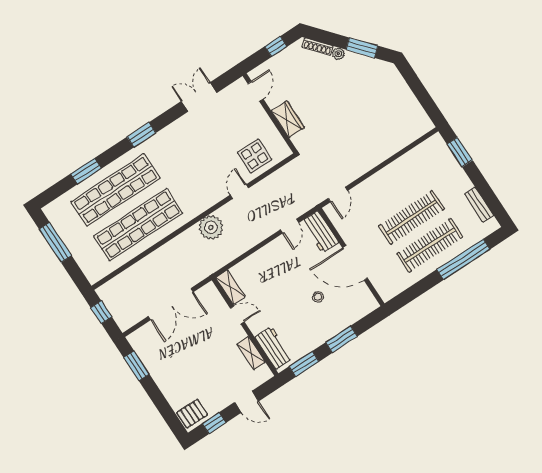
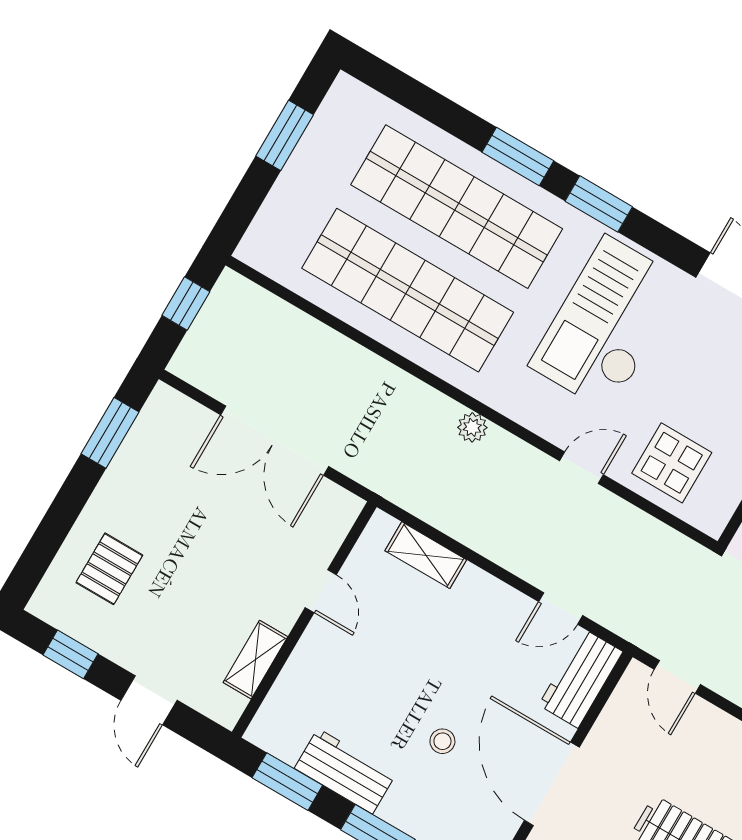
checkout: (189, 154) -> (607, 324), added
window: (86, 171) -> (518, 156), moved
door: (338, 194) -> (677, 677), hinge flipped
plant: (211, 227) -> (472, 427), width x0.53, depth x0.53
window: (55, 242) -> (285, 135), width x0.69
shelving: (230, 287) -> (426, 555), moved, turned 90
workbench: (274, 348) -> (345, 771), moved, turned -90
pallet: (192, 414) -> (109, 569), moved, turned 90

